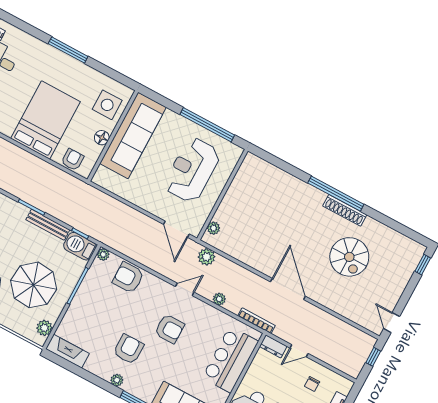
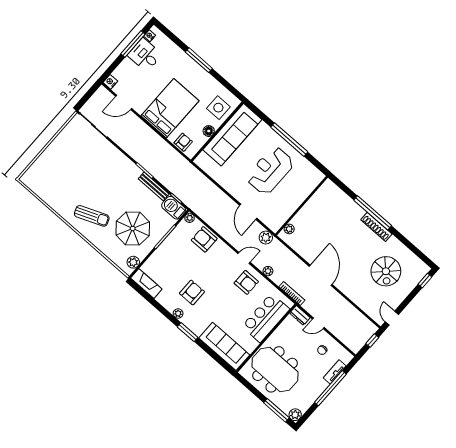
wall: (222, 195) -> (302, 206), moved
plant: (213, 228) -> (289, 229), moved
spiral stairs: (349, 257) -> (386, 271), moved
armchair: (169, 329) -> (246, 282), moved

